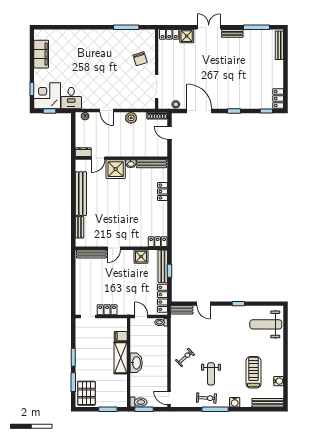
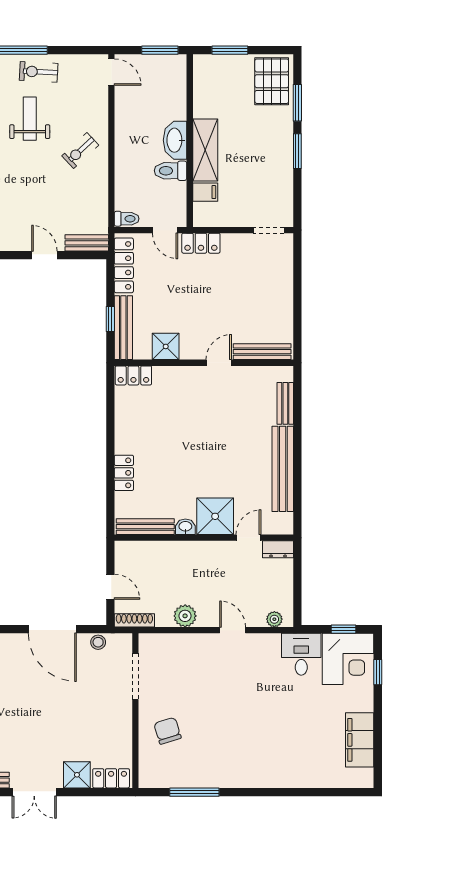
locker: (107, 310) -> (201, 243), moved
toilet: (139, 402) -> (171, 171), moved

